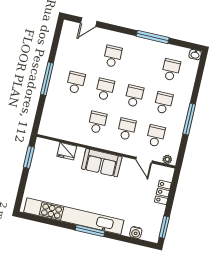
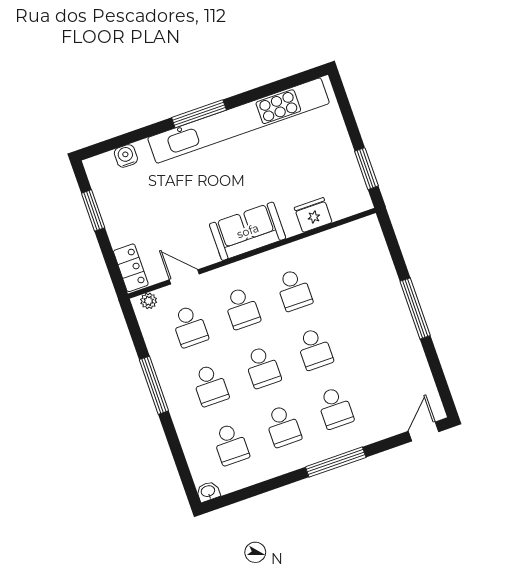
door: (89, 22) -> (423, 431), moved
window: (153, 37) -> (336, 462), moved
school desk: (76, 83) -> (283, 426), moved
locker: (163, 192) -> (131, 268), moved
window: (164, 227) -> (93, 210), moved

